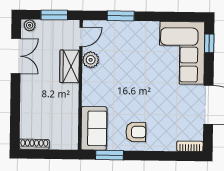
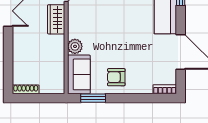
plant: (91, 60) -> (75, 46), moved
armchair: (136, 132) -> (116, 77), turned 180

